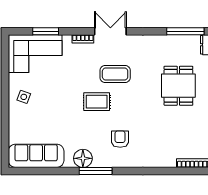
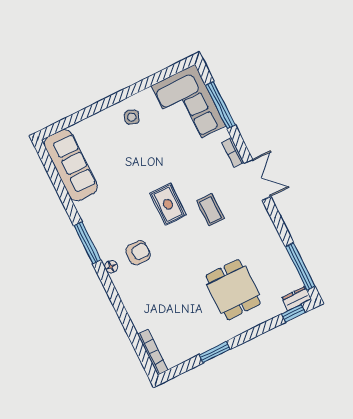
window: (46, 31) -> (220, 105), width x1.44
coffee table: (115, 74) -> (210, 210), width x0.73, depth x0.77
dining table: (178, 86) -> (233, 290), turned 90
floor lamp: (83, 158) -> (111, 267), moved, width x0.53, depth x0.53

